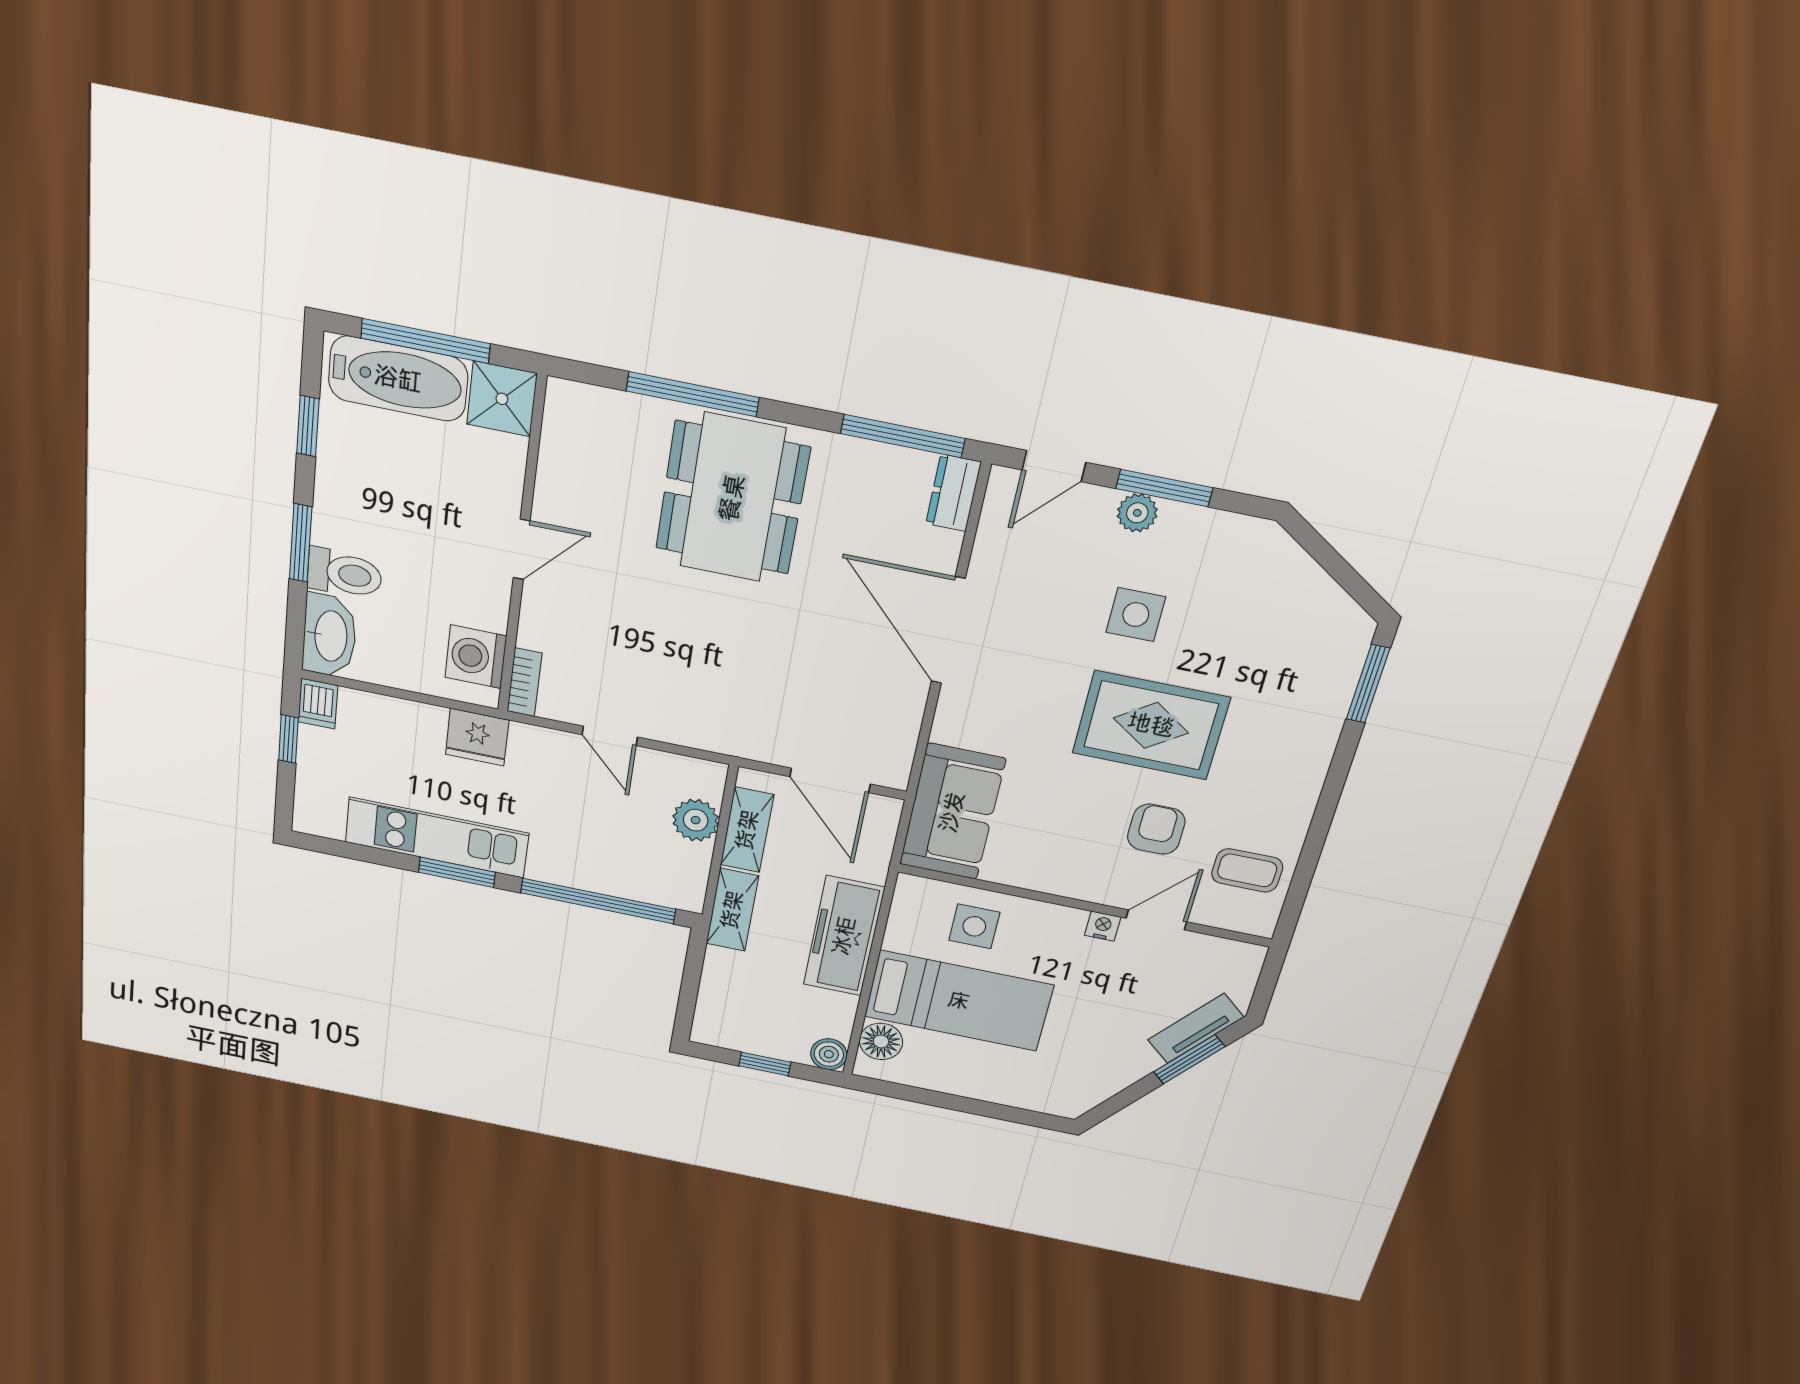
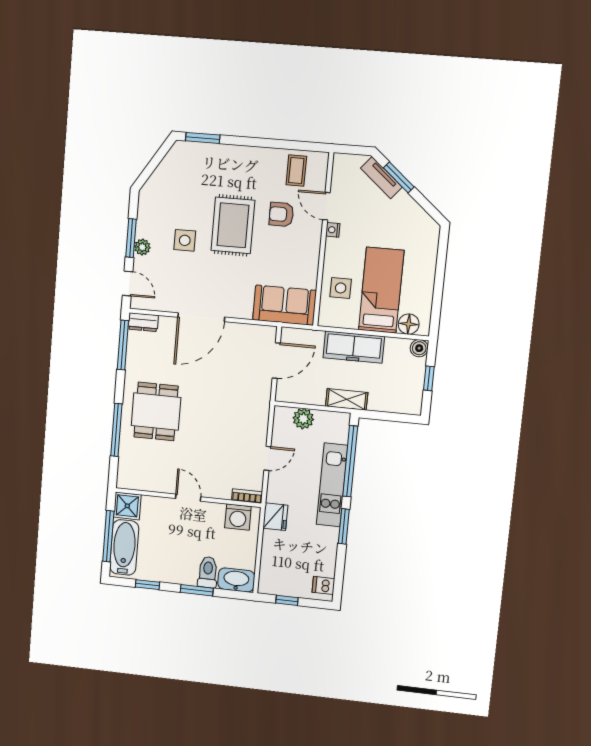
dining table: (732, 498) -> (156, 411), width x0.73
dishwasher: (318, 704) -> (323, 585), moved, turned 180
shelving: (747, 830) -> (305, 395), removed
kitchen unit: (437, 838) -> (332, 485), moved

